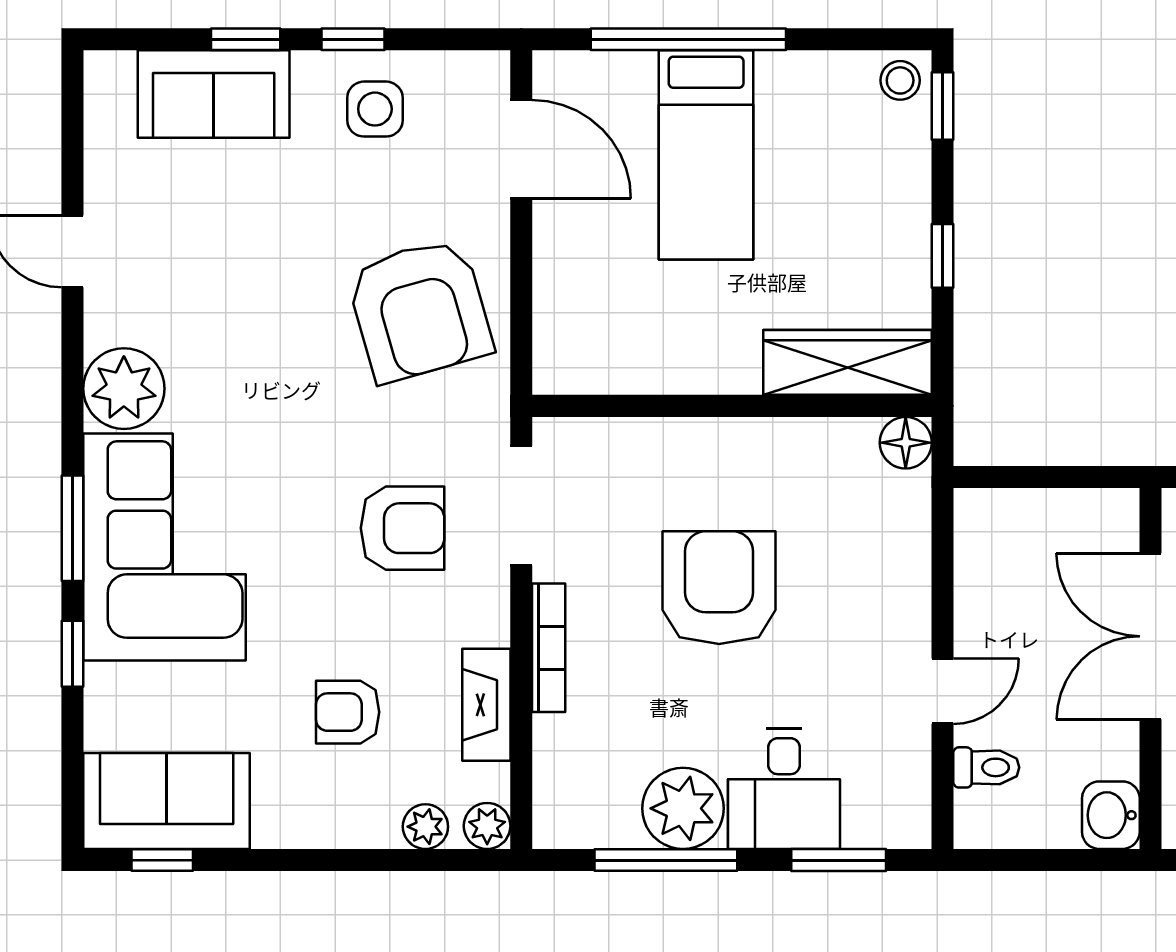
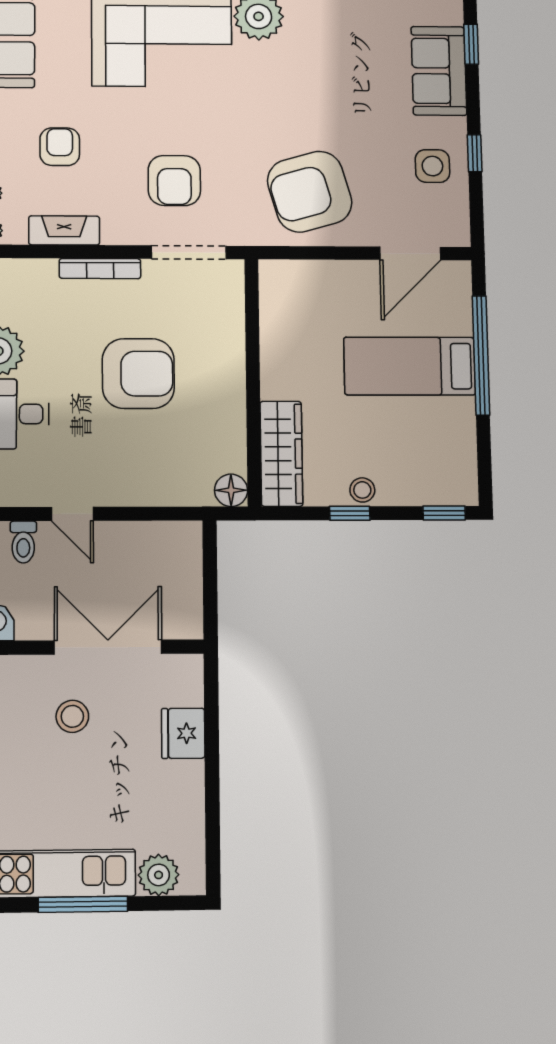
window: (246, 39) -> (471, 44), moved
stool: (900, 80) -> (362, 490), moved

